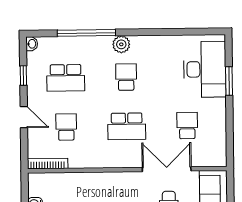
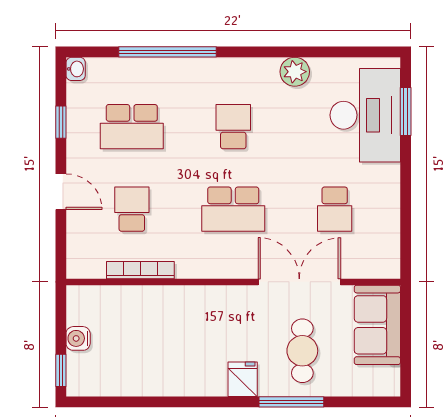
plant: (121, 44) -> (295, 72), moved
window: (229, 81) -> (406, 111), moved
school desk: (187, 126) -> (335, 209), turned 180
bookcase: (48, 164) -> (140, 270), moved

